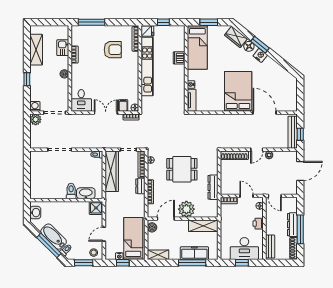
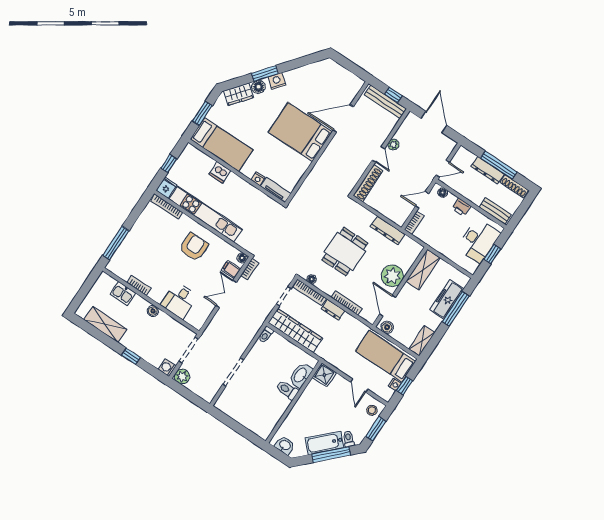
armchair: (113, 50) -> (194, 247), moved
desk: (81, 100) -> (179, 300), moved, turned 90

